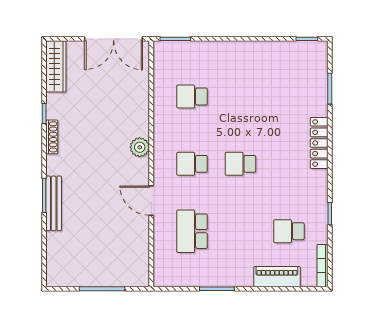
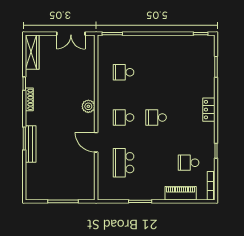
double door: (114, 39) -> (71, 34), width x0.73
locker: (319, 143) -> (209, 110), width x0.66

